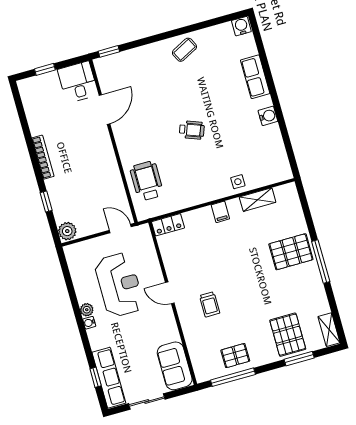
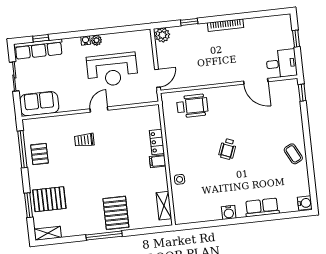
shelving: (258, 200) -> (164, 206), moved
locker: (168, 225) -> (157, 142), moved

